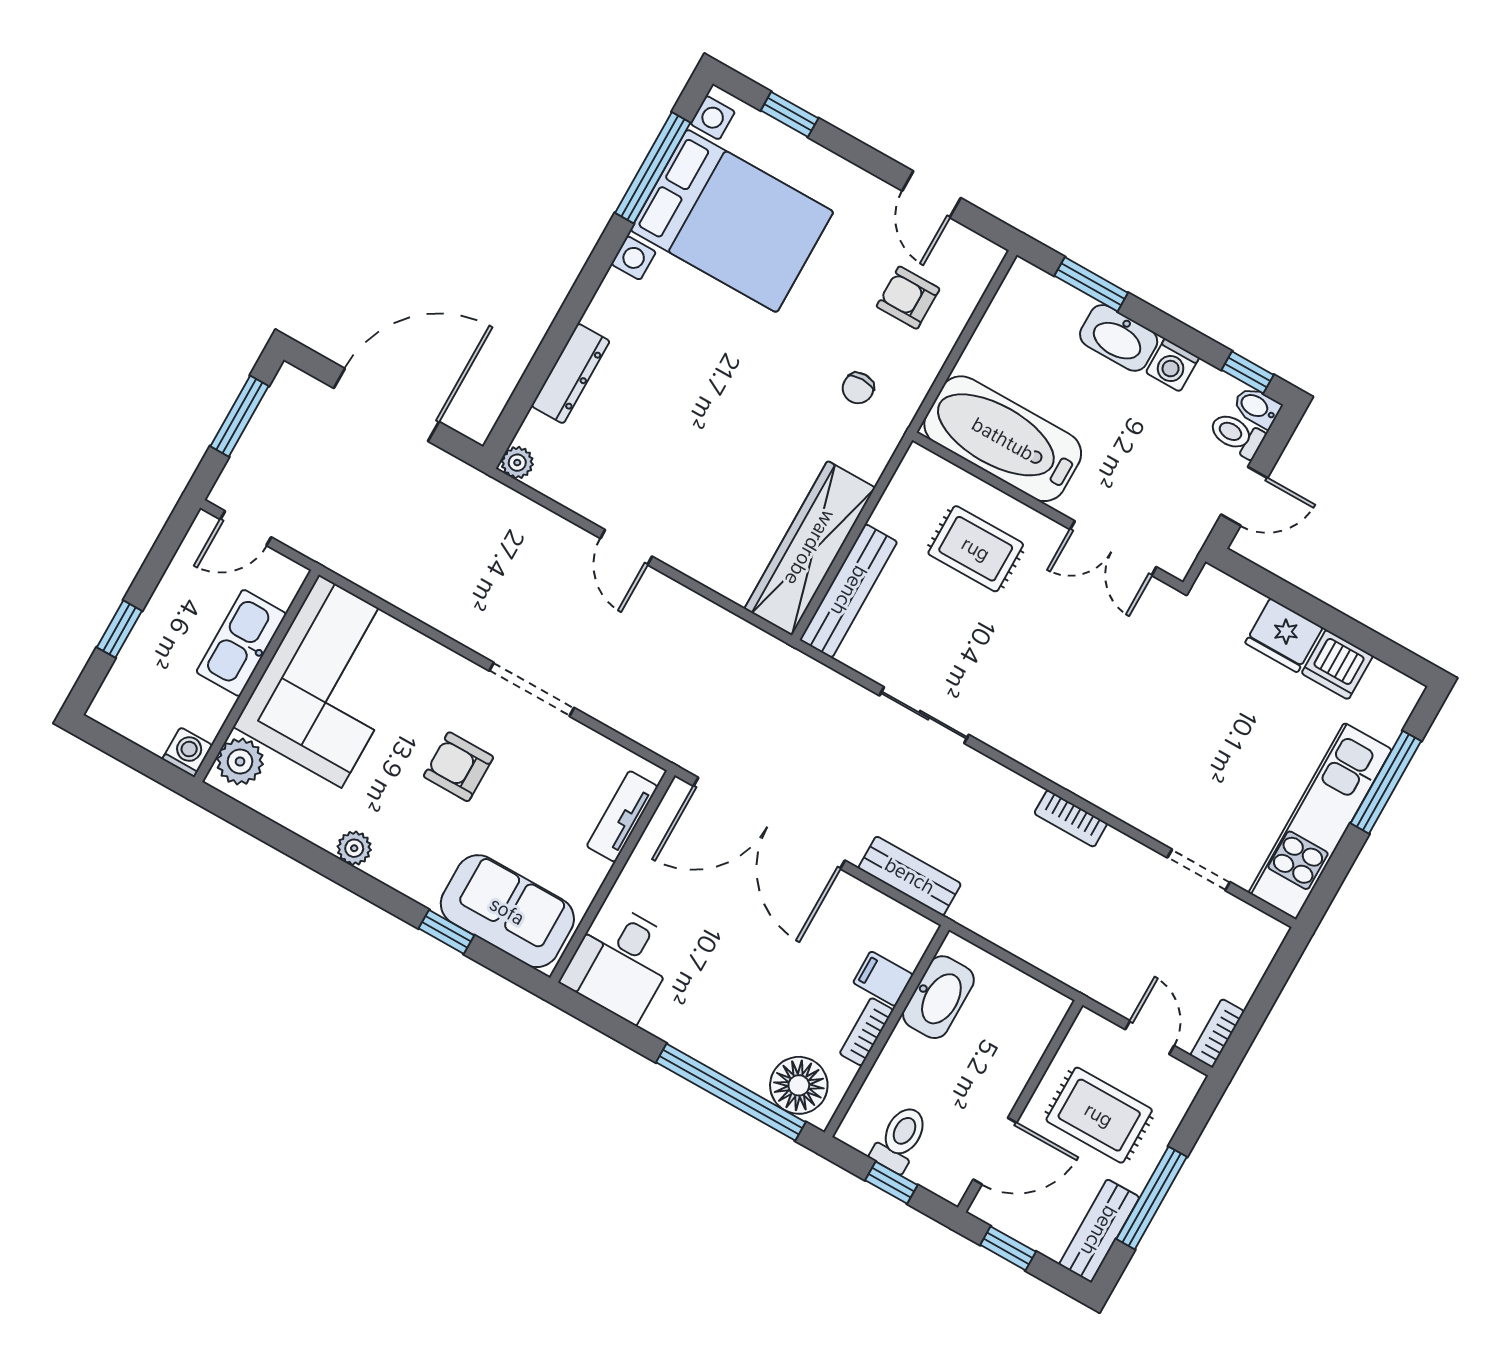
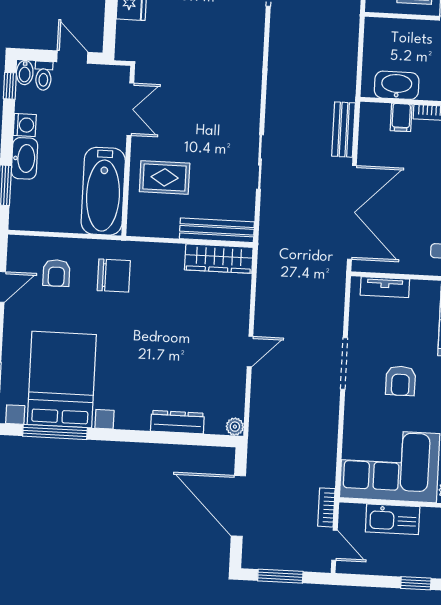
chair: (858, 388) -> (114, 276), width x1.87, depth x1.87
wardrobe: (810, 548) -> (219, 259), width x0.71, depth x0.85
rug: (976, 549) -> (165, 177), turned 90
bookcase: (1071, 819) -> (326, 507), moved, turned 180

